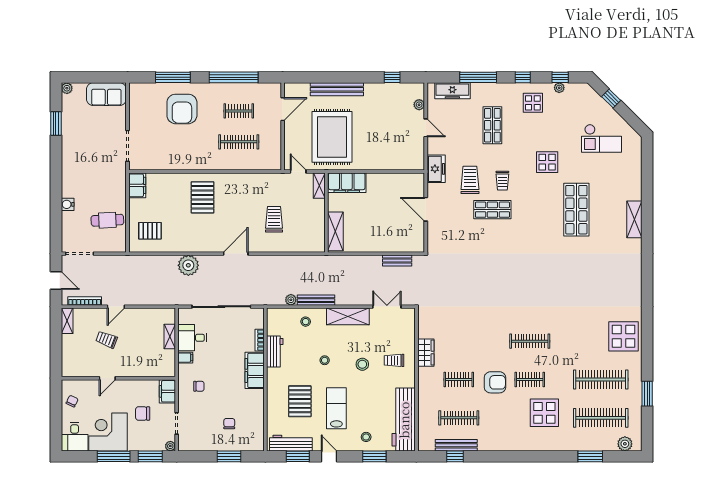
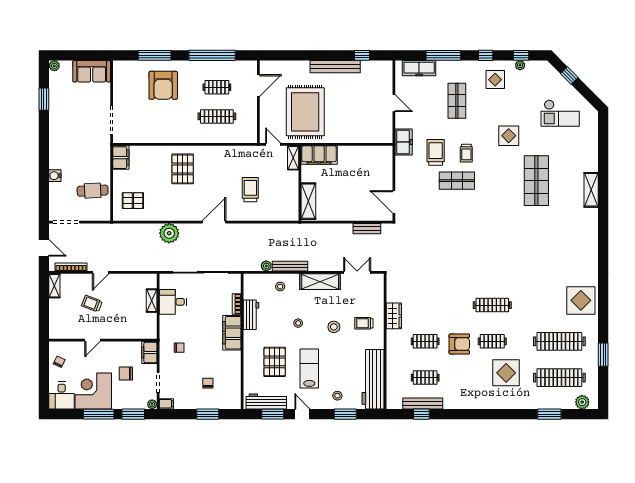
bench: (337, 89) -> (335, 67), moved
plant: (419, 105) -> (387, 81), removed
door: (426, 209) -> (394, 202), moved
filing cabinet: (185, 358) -> (166, 404), moved
clothes rail: (459, 418) -> (425, 378), width x0.73

